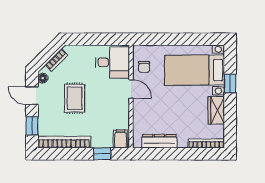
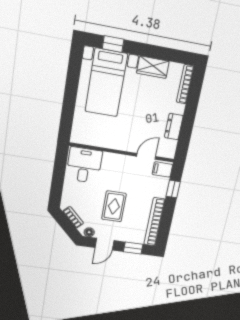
chair: (144, 67) -> (94, 135), removed
window: (230, 83) -> (113, 44), moved
door: (131, 89) -> (146, 156), moved
rug: (75, 98) -> (114, 206), turned 90
dresser: (159, 141) -> (174, 127), width x0.70

